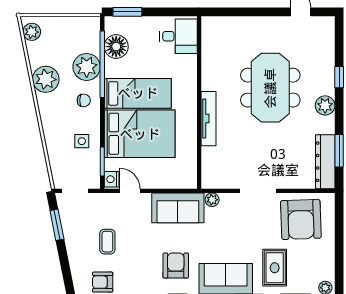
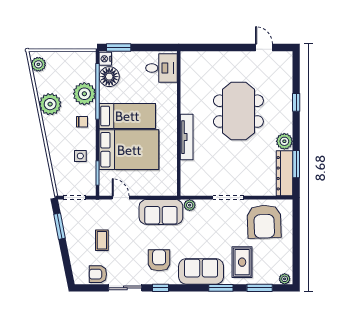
plant: (325, 105) -> (284, 141), moved
nightstand: (112, 179) -> (105, 59), moved

